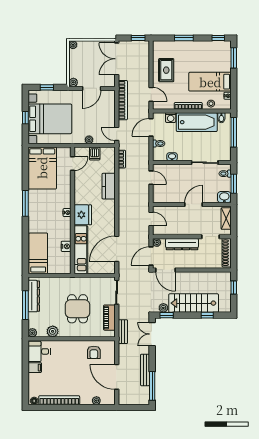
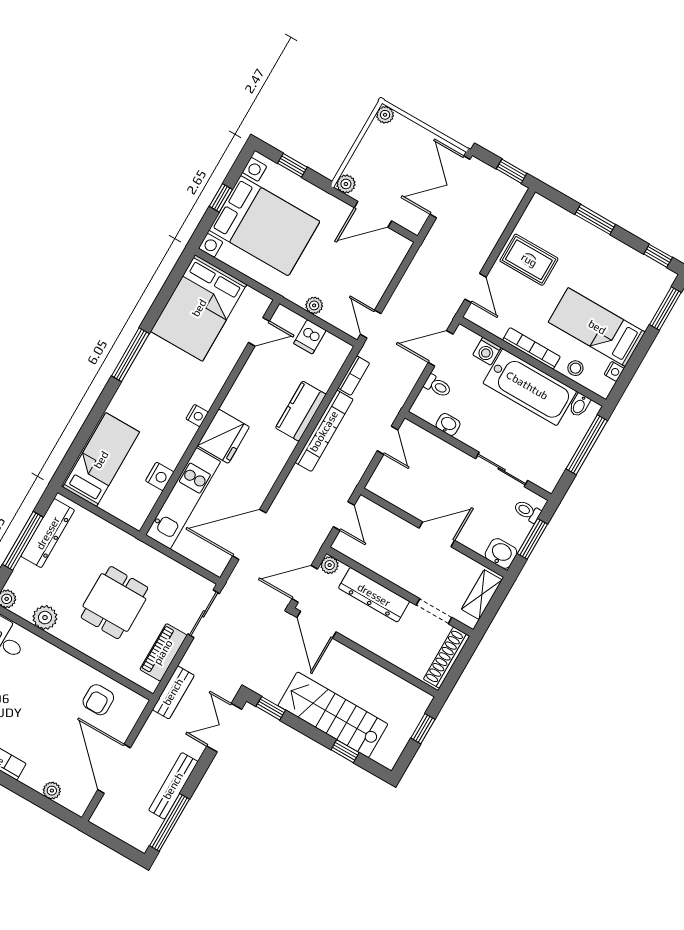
rug: (166, 70) -> (529, 260), turned 90
bookcase: (123, 100) -> (324, 431), moved
plant: (163, 308) -> (273, 692), removed

